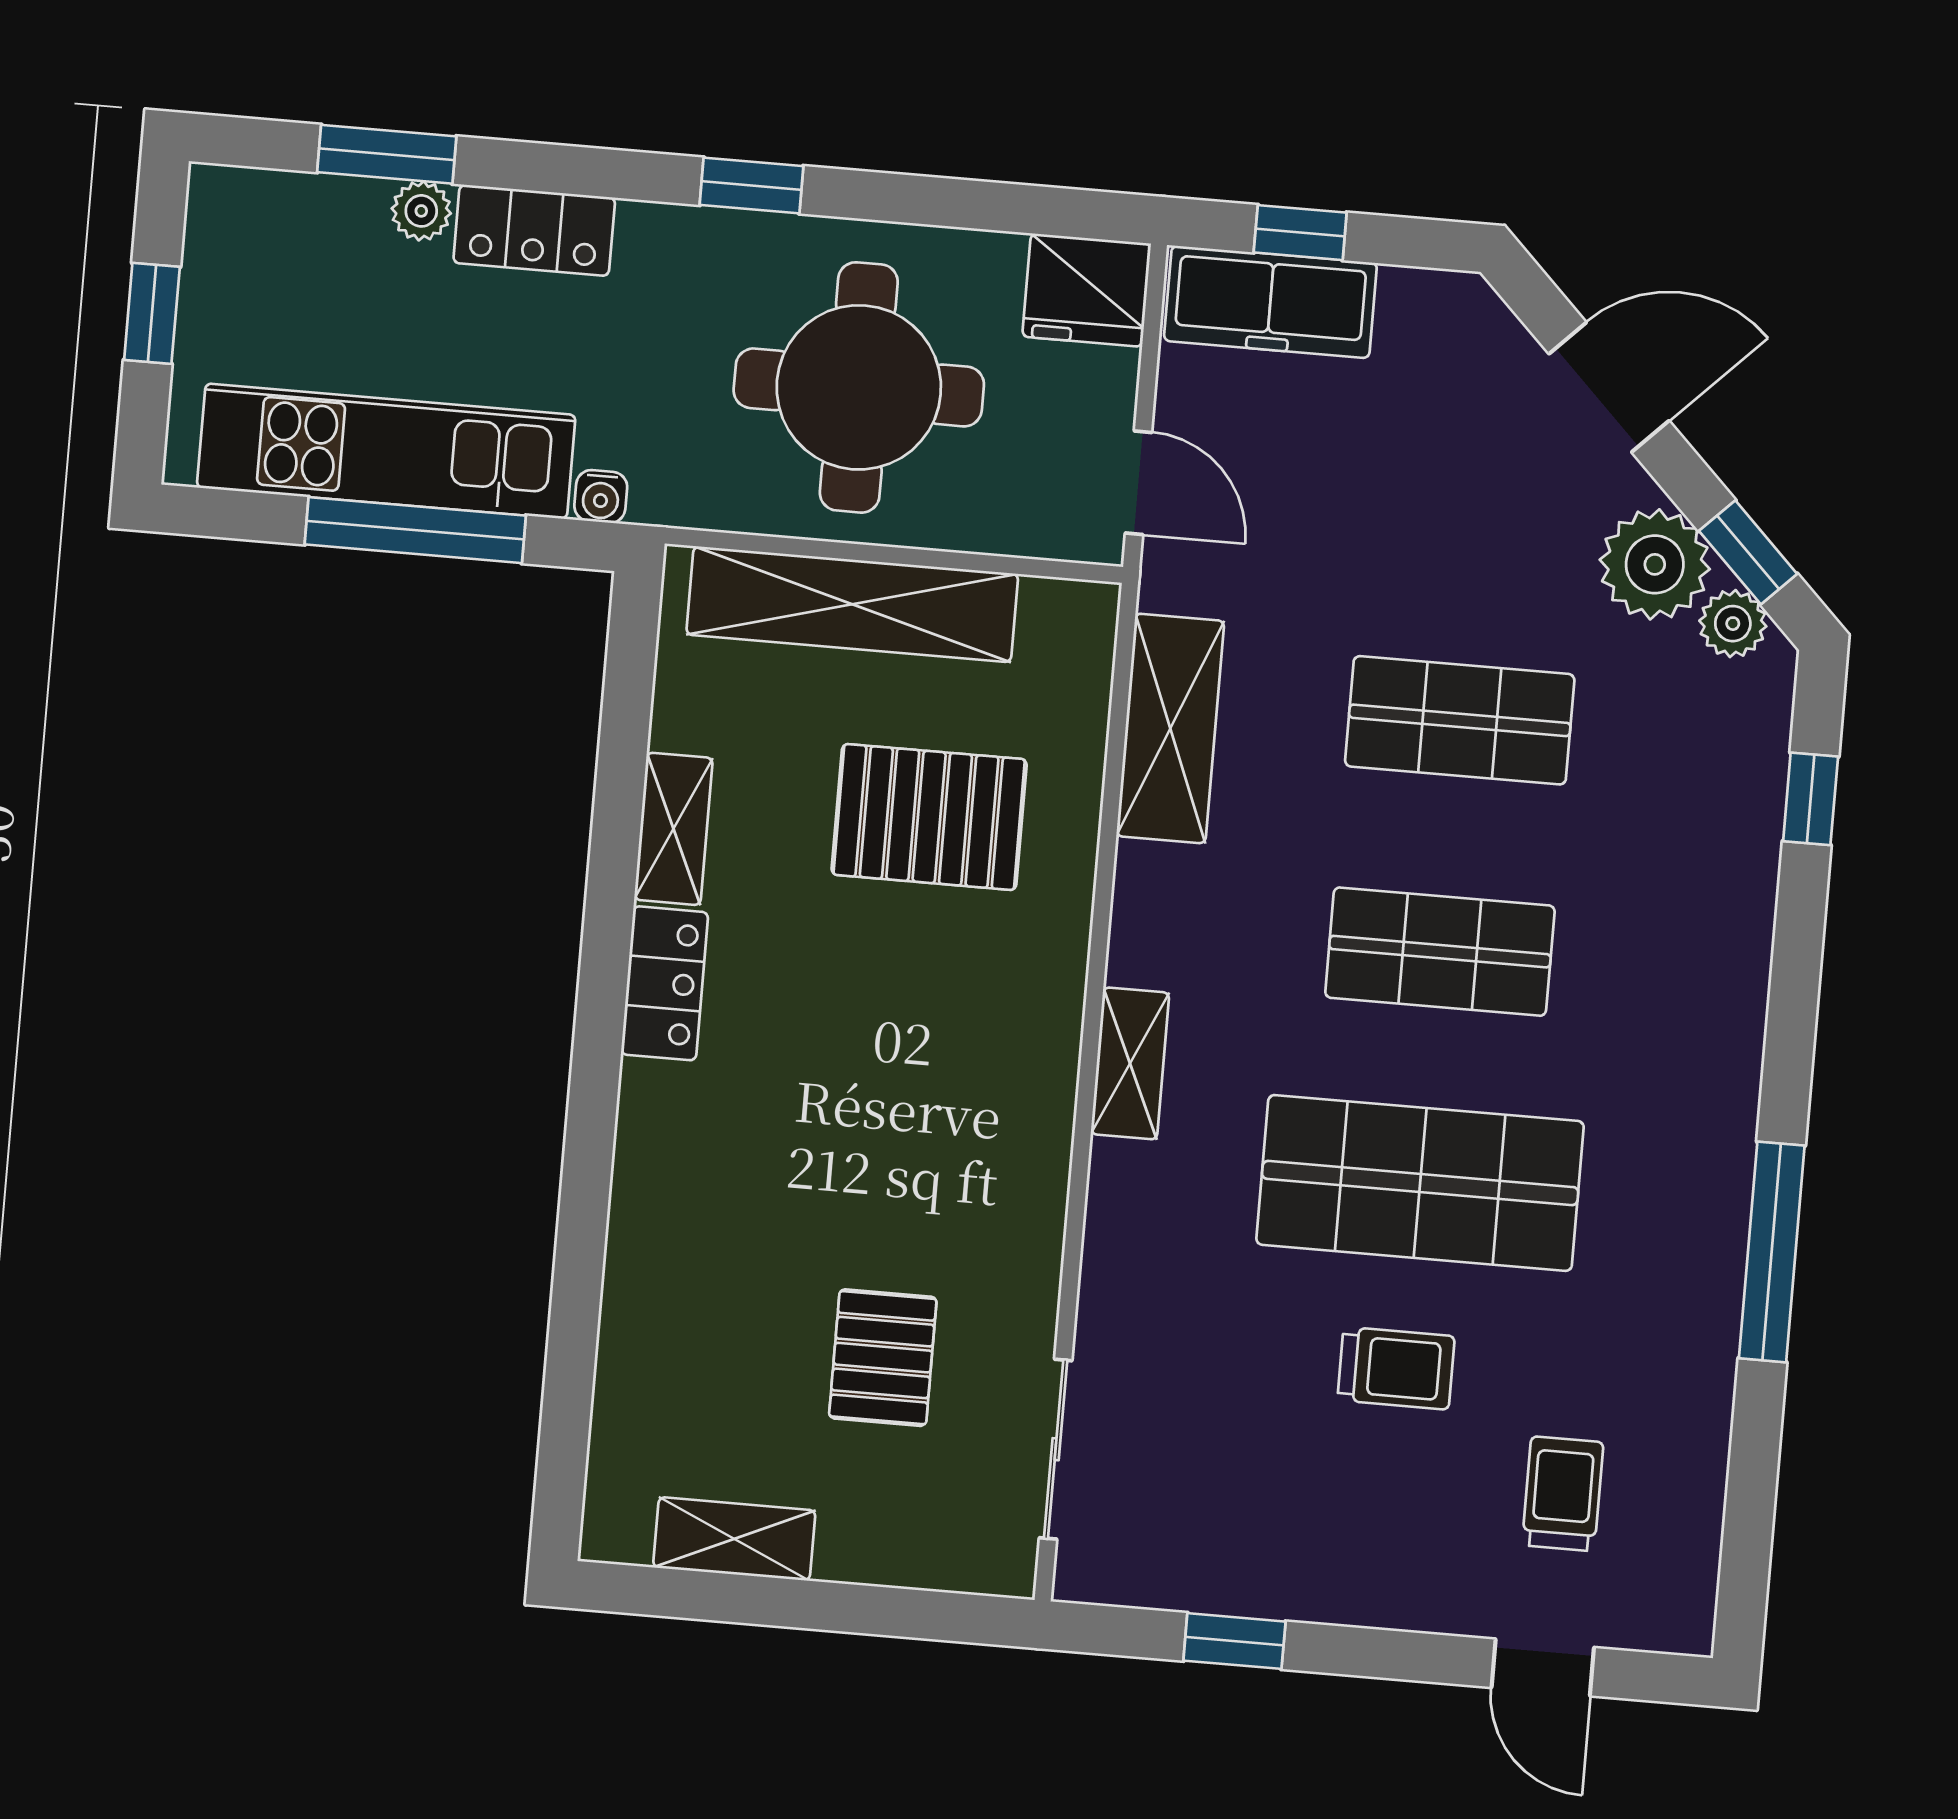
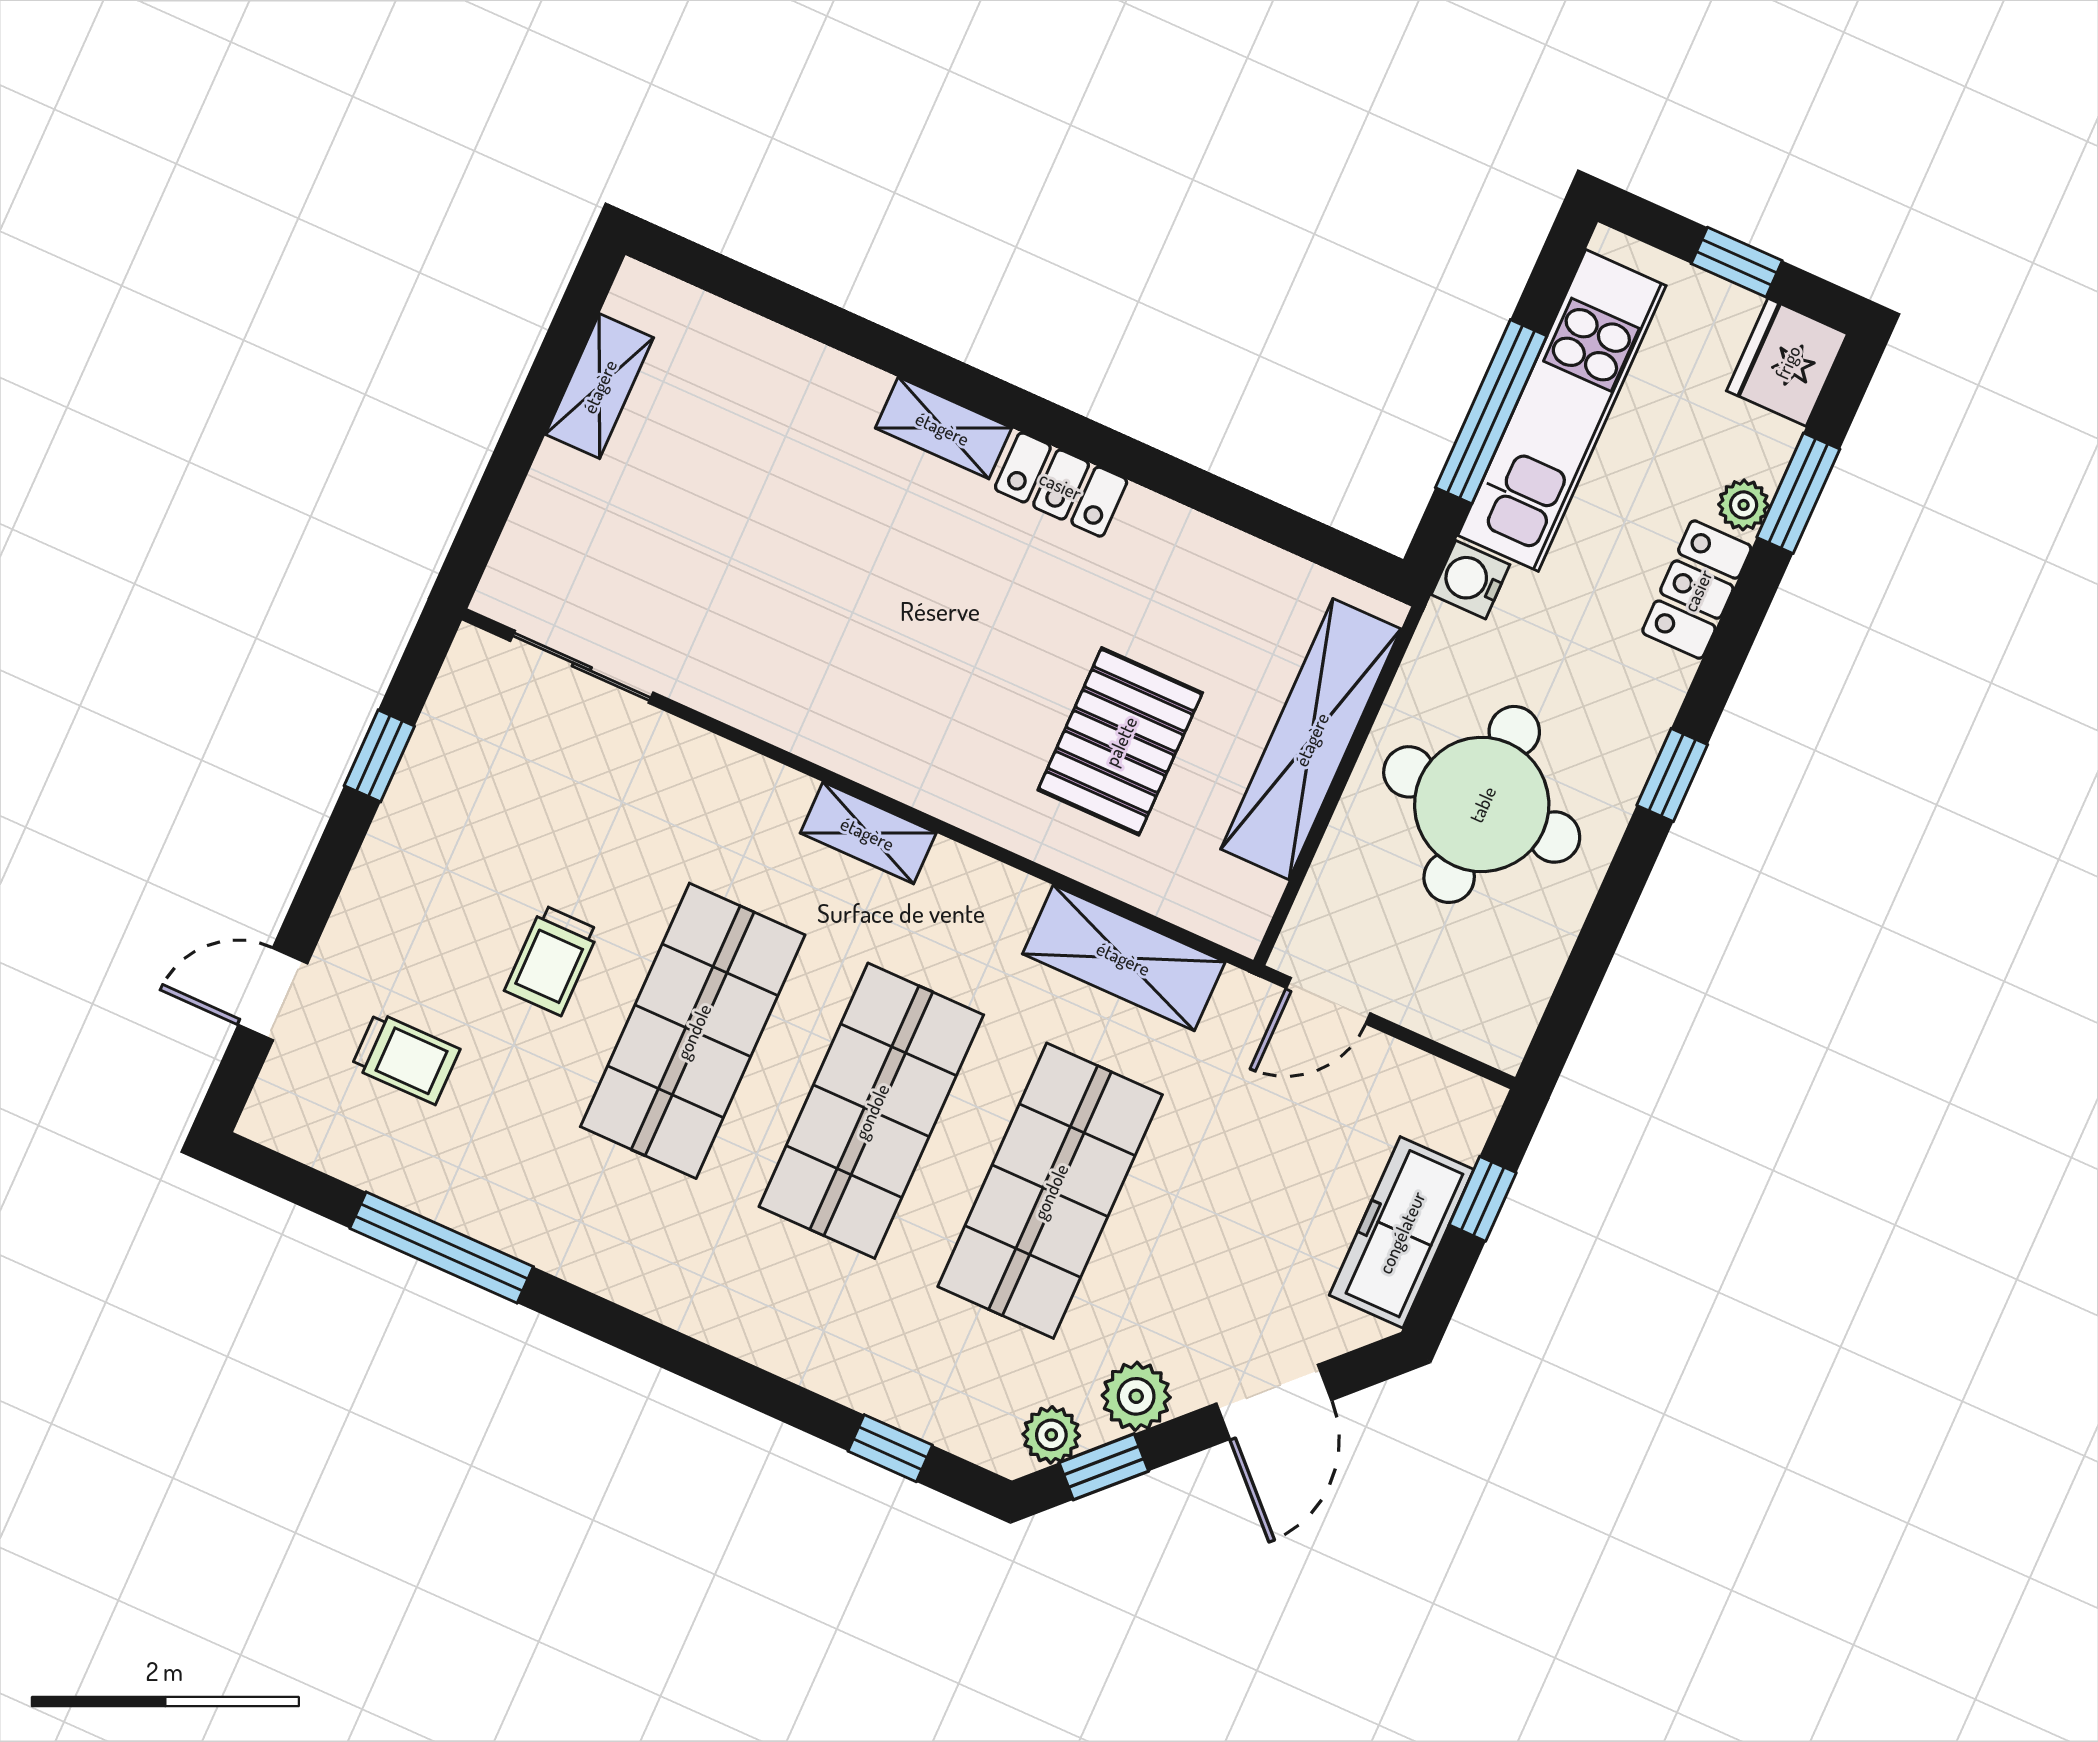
fridge: (1087, 290) -> (1787, 362), moved
freezer: (1270, 302) -> (1401, 1232), moved
water cooler: (601, 496) -> (1471, 580), width x1.38, depth x1.38
plant: (1655, 564) -> (1136, 1396), width x0.73, depth x0.73
shop shelf: (1460, 720) -> (1050, 1191), width x1.43, depth x1.36
shelving: (673, 829) -> (943, 428), moved
shop shelf: (1440, 952) -> (871, 1111), width x1.43, depth x1.36
window: (1772, 1252) -> (442, 1247), moved
pallet: (883, 1358) -> (703, 555), removed

